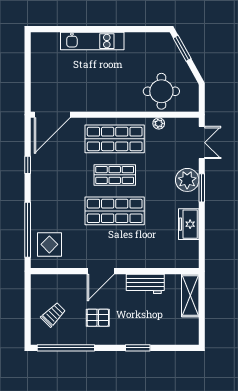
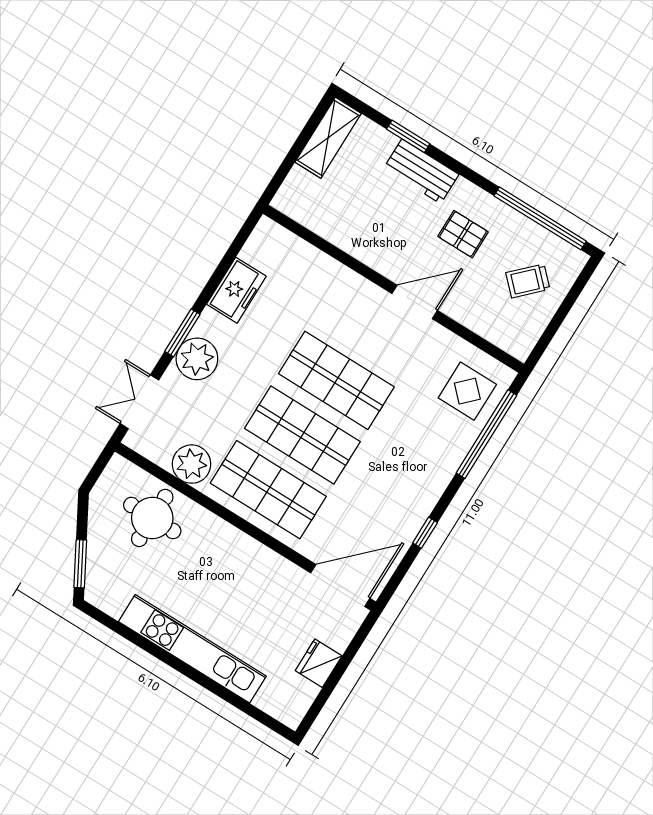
kitchen unit: (92, 41) -> (192, 649), width x1.36
fridge: (40, 71) -> (319, 663), added
plant: (159, 123) -> (192, 464), width x1.87, depth x1.87
shop shelf: (115, 175) -> (302, 435), width x1.43, depth x1.36
workbench: (145, 284) -> (421, 171), moved, turned 180
shelving: (190, 296) -> (328, 138), moved
window: (138, 348) -> (408, 136), moved

